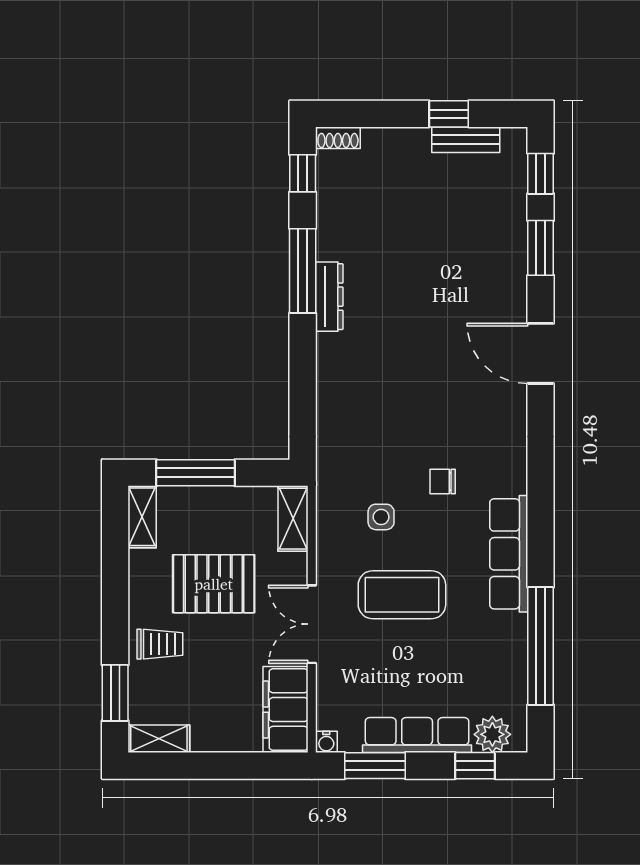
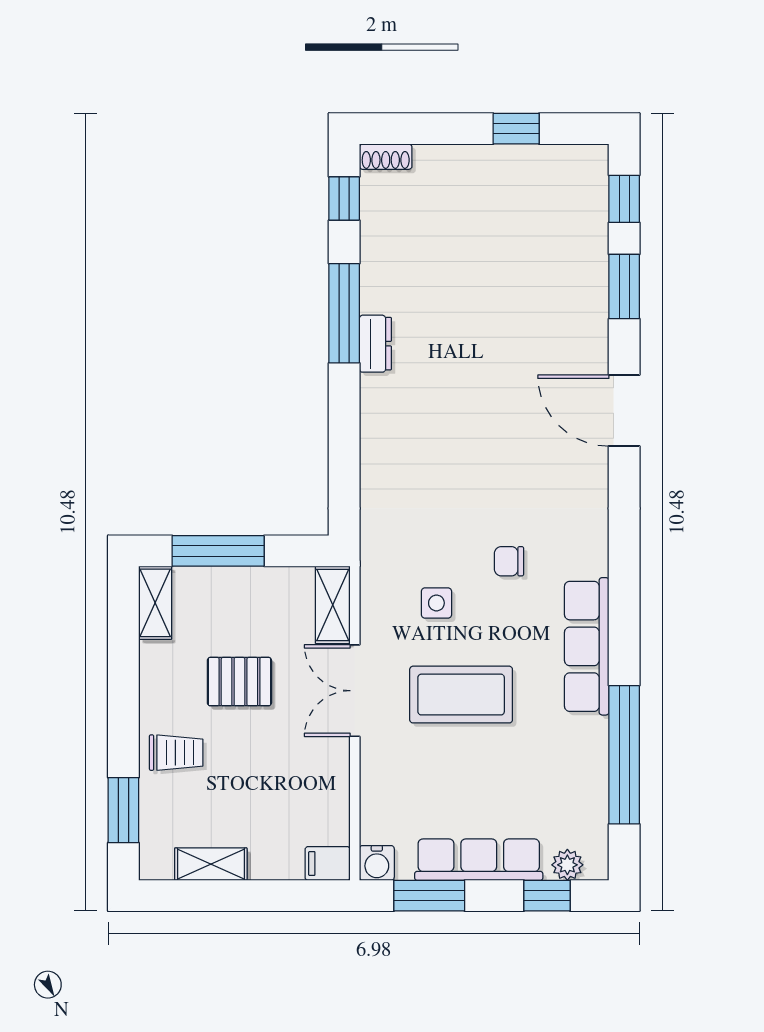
bench: (466, 140) -> (536, 159), removed
dresser: (329, 297) -> (375, 344), width x0.70
pallet: (214, 584) -> (239, 682), width x0.67, depth x0.71
double door: (312, 624) -> (355, 691), moved
filing cabinet: (285, 710) -> (328, 864), width x0.33, depth x0.86
plant: (492, 734) -> (567, 865), width x0.73, depth x0.73
shelving: (159, 739) -> (211, 864), moved
water cooler: (326, 742) -> (377, 863), width x1.38, depth x1.38

